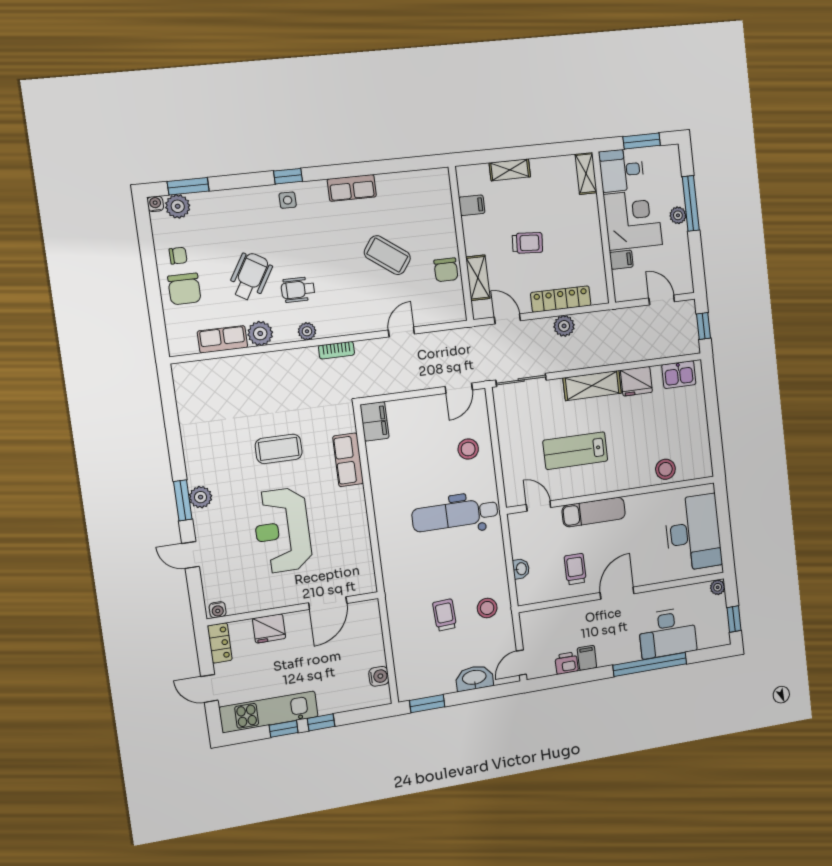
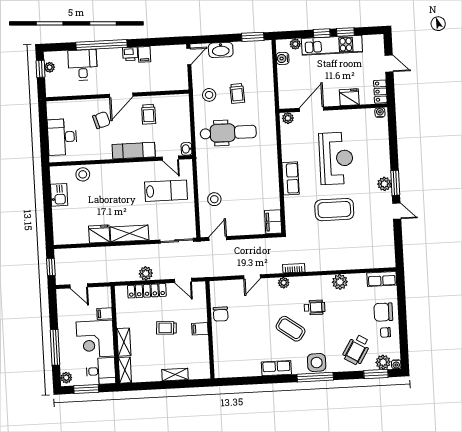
window: (288, 176) -> (315, 377), width x2.17
side table: (288, 200) -> (317, 363), width x1.87, depth x1.87
filing cabinet: (472, 205) -> (200, 329), moved
plant: (678, 215) -> (66, 378), moved
coffee table: (387, 255) -> (291, 329), moved
chair: (446, 270) -> (221, 314), turned 180
wheelchair: (250, 277) -> (357, 350), moved
shelving: (478, 278) -> (124, 342), moved
chair: (184, 289) -> (383, 312), turned -90
plant: (307, 331) -> (284, 283), moved
row of seats: (222, 339) -> (382, 279), moved
kitchen sink: (679, 375) -> (59, 195), moved, turned 90
coffee table: (279, 449) -> (334, 210), width x1.36, depth x1.32
lab bench: (575, 451) -> (166, 191), moved
row of seats: (348, 460) -> (291, 178), moved
dental chair: (455, 515) -> (228, 133), moved
desk: (693, 533) -> (62, 137), width x0.73, depth x0.77
chair: (643, 553) -> (101, 120), added
door: (190, 555) -> (397, 211), moved
washbasin: (521, 569) -> (187, 149), moved
plant: (364, 585) -> (288, 118), added
plant: (718, 587) -> (50, 67), moved
desk: (667, 633) -> (83, 65), width x0.73
printer: (567, 663) -> (130, 54), moved
plant: (361, 701) -> (295, 44), added
kitchen unit: (269, 712) -> (332, 45), moved

